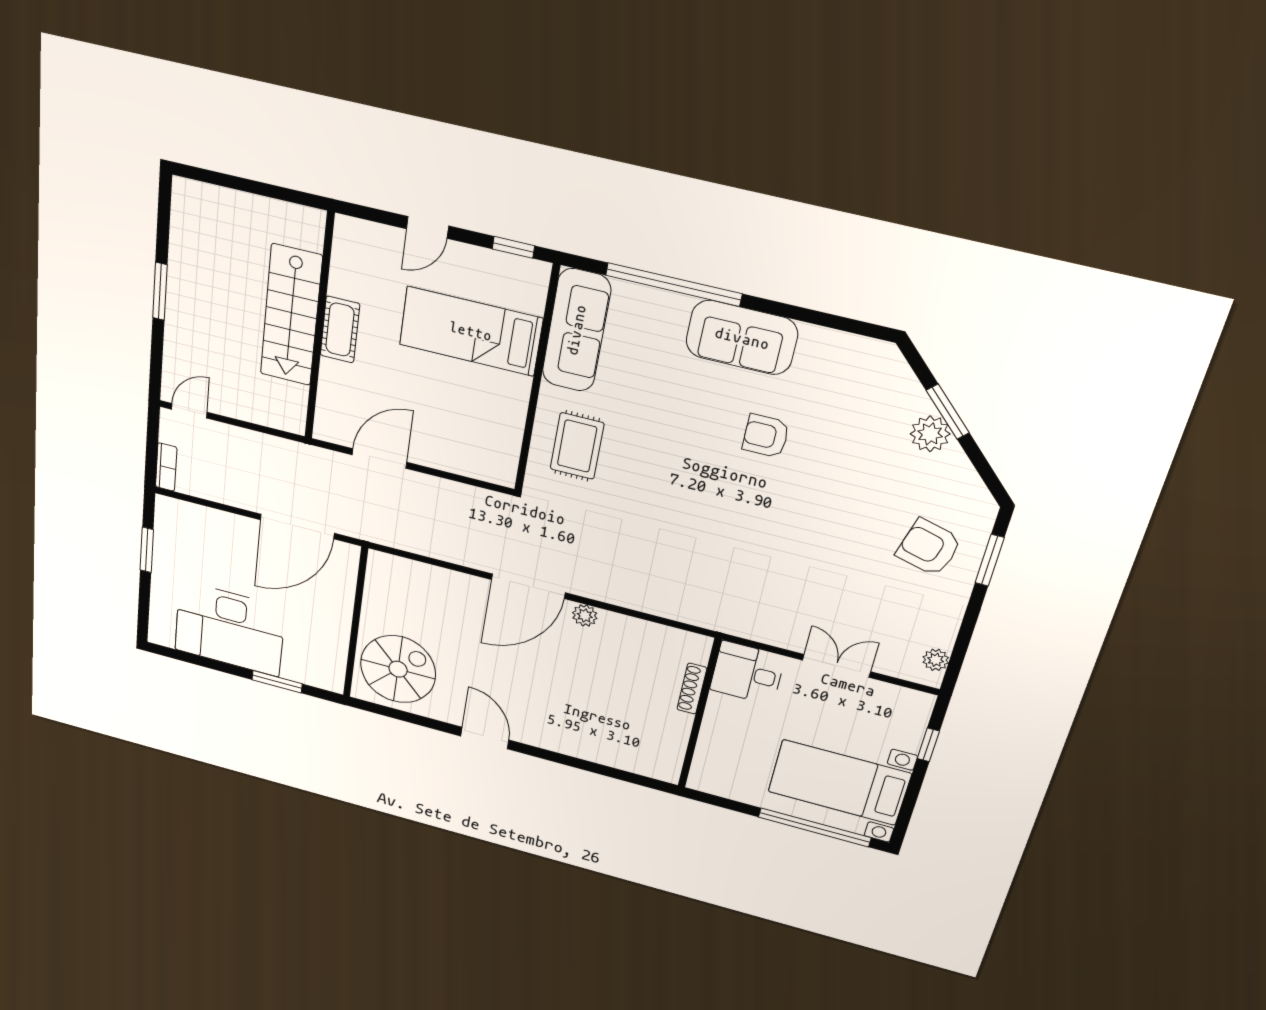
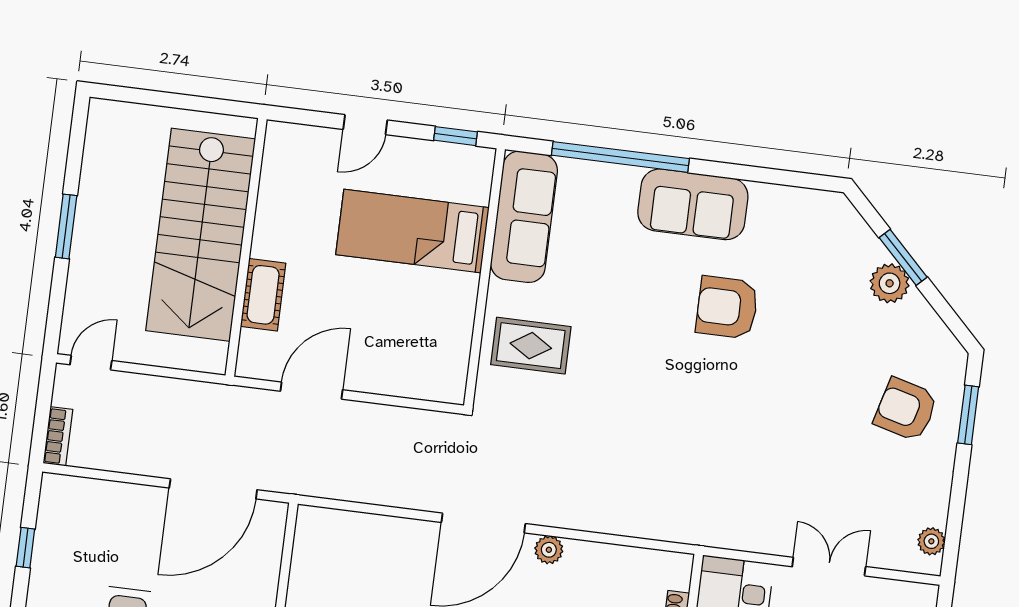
stairs: (291, 315) -> (201, 235), width x1.36, depth x1.51
cot: (340, 330) -> (263, 295), moved
armchair: (766, 436) -> (727, 307), width x1.38, depth x1.38
rug: (577, 446) -> (531, 346), turned 90
window: (147, 550) -> (25, 548), width x0.67

